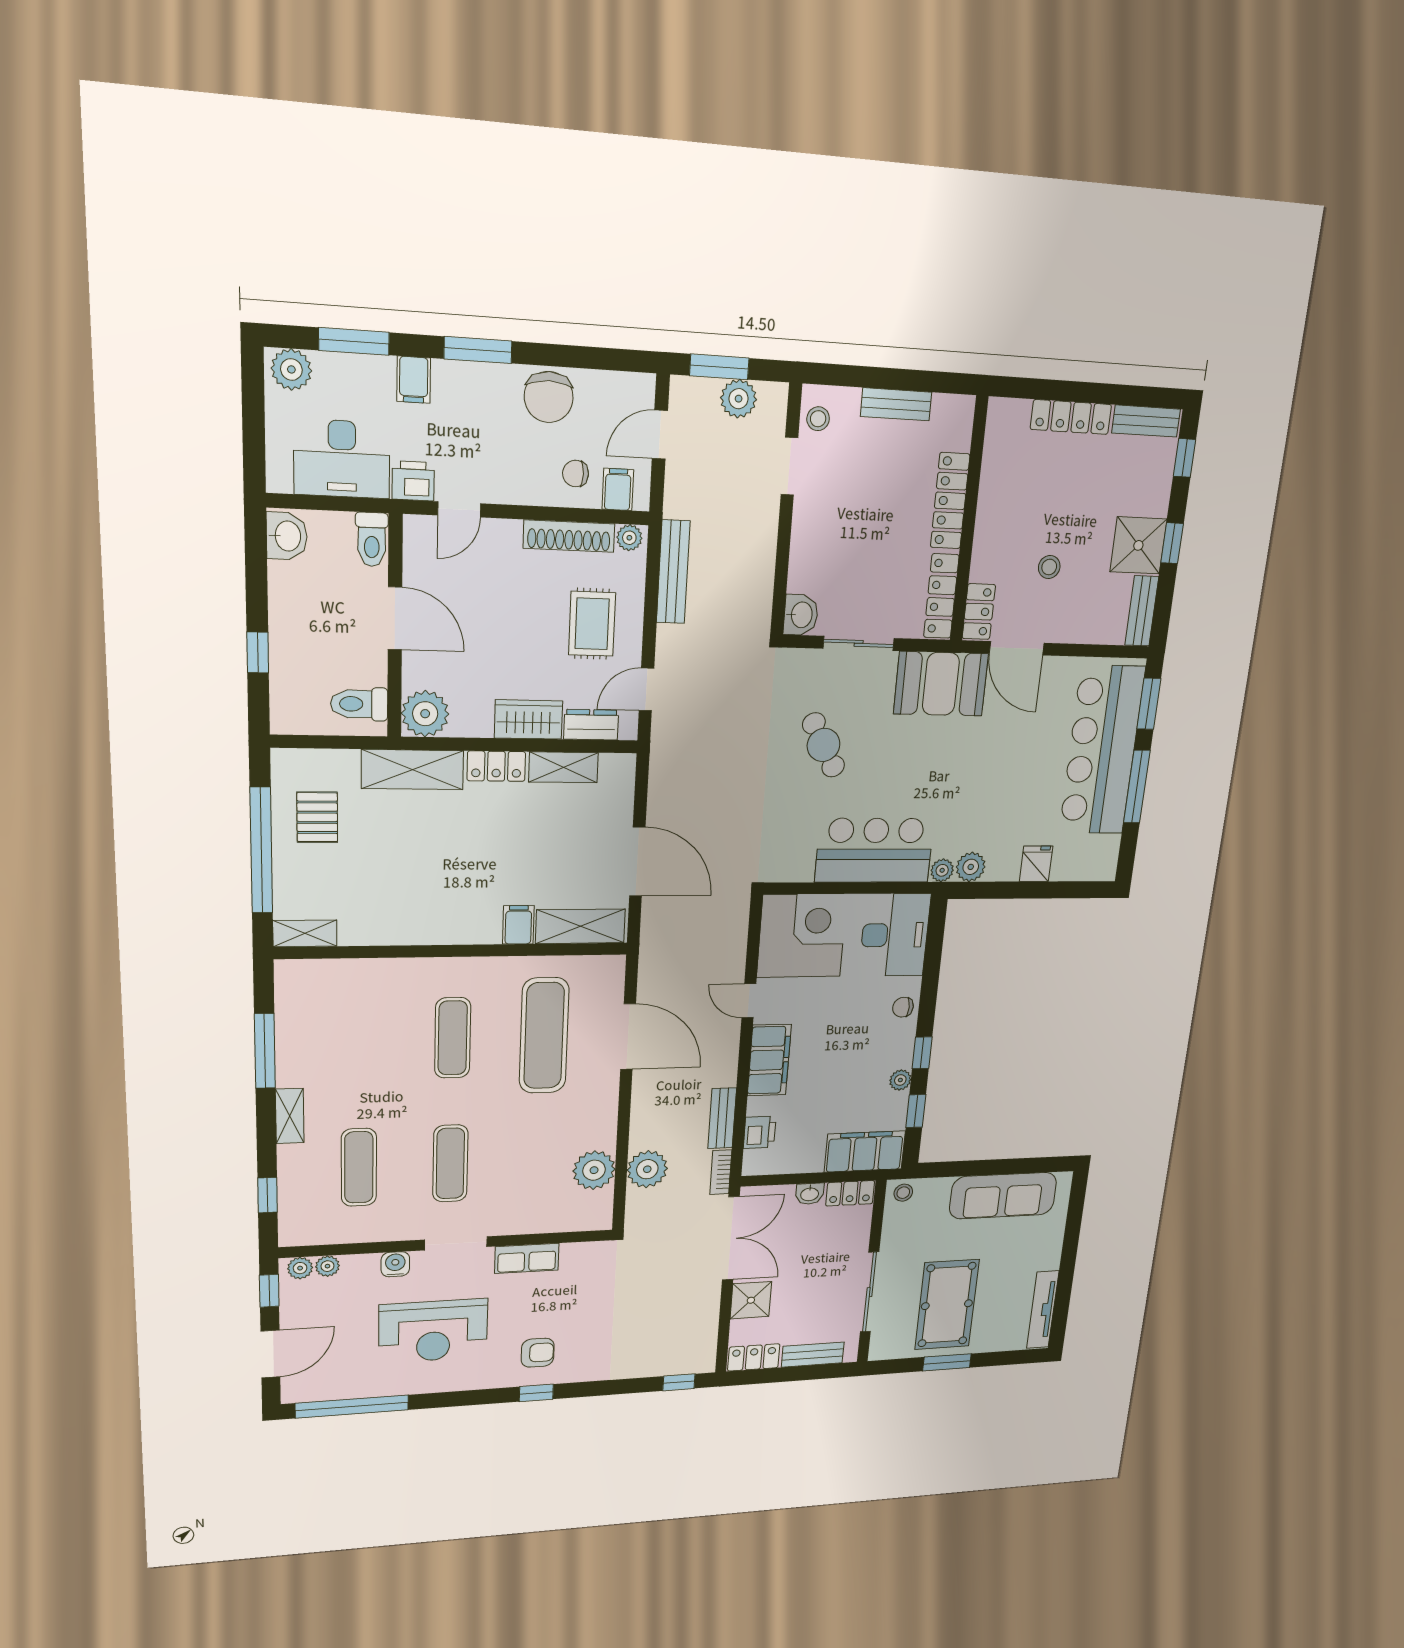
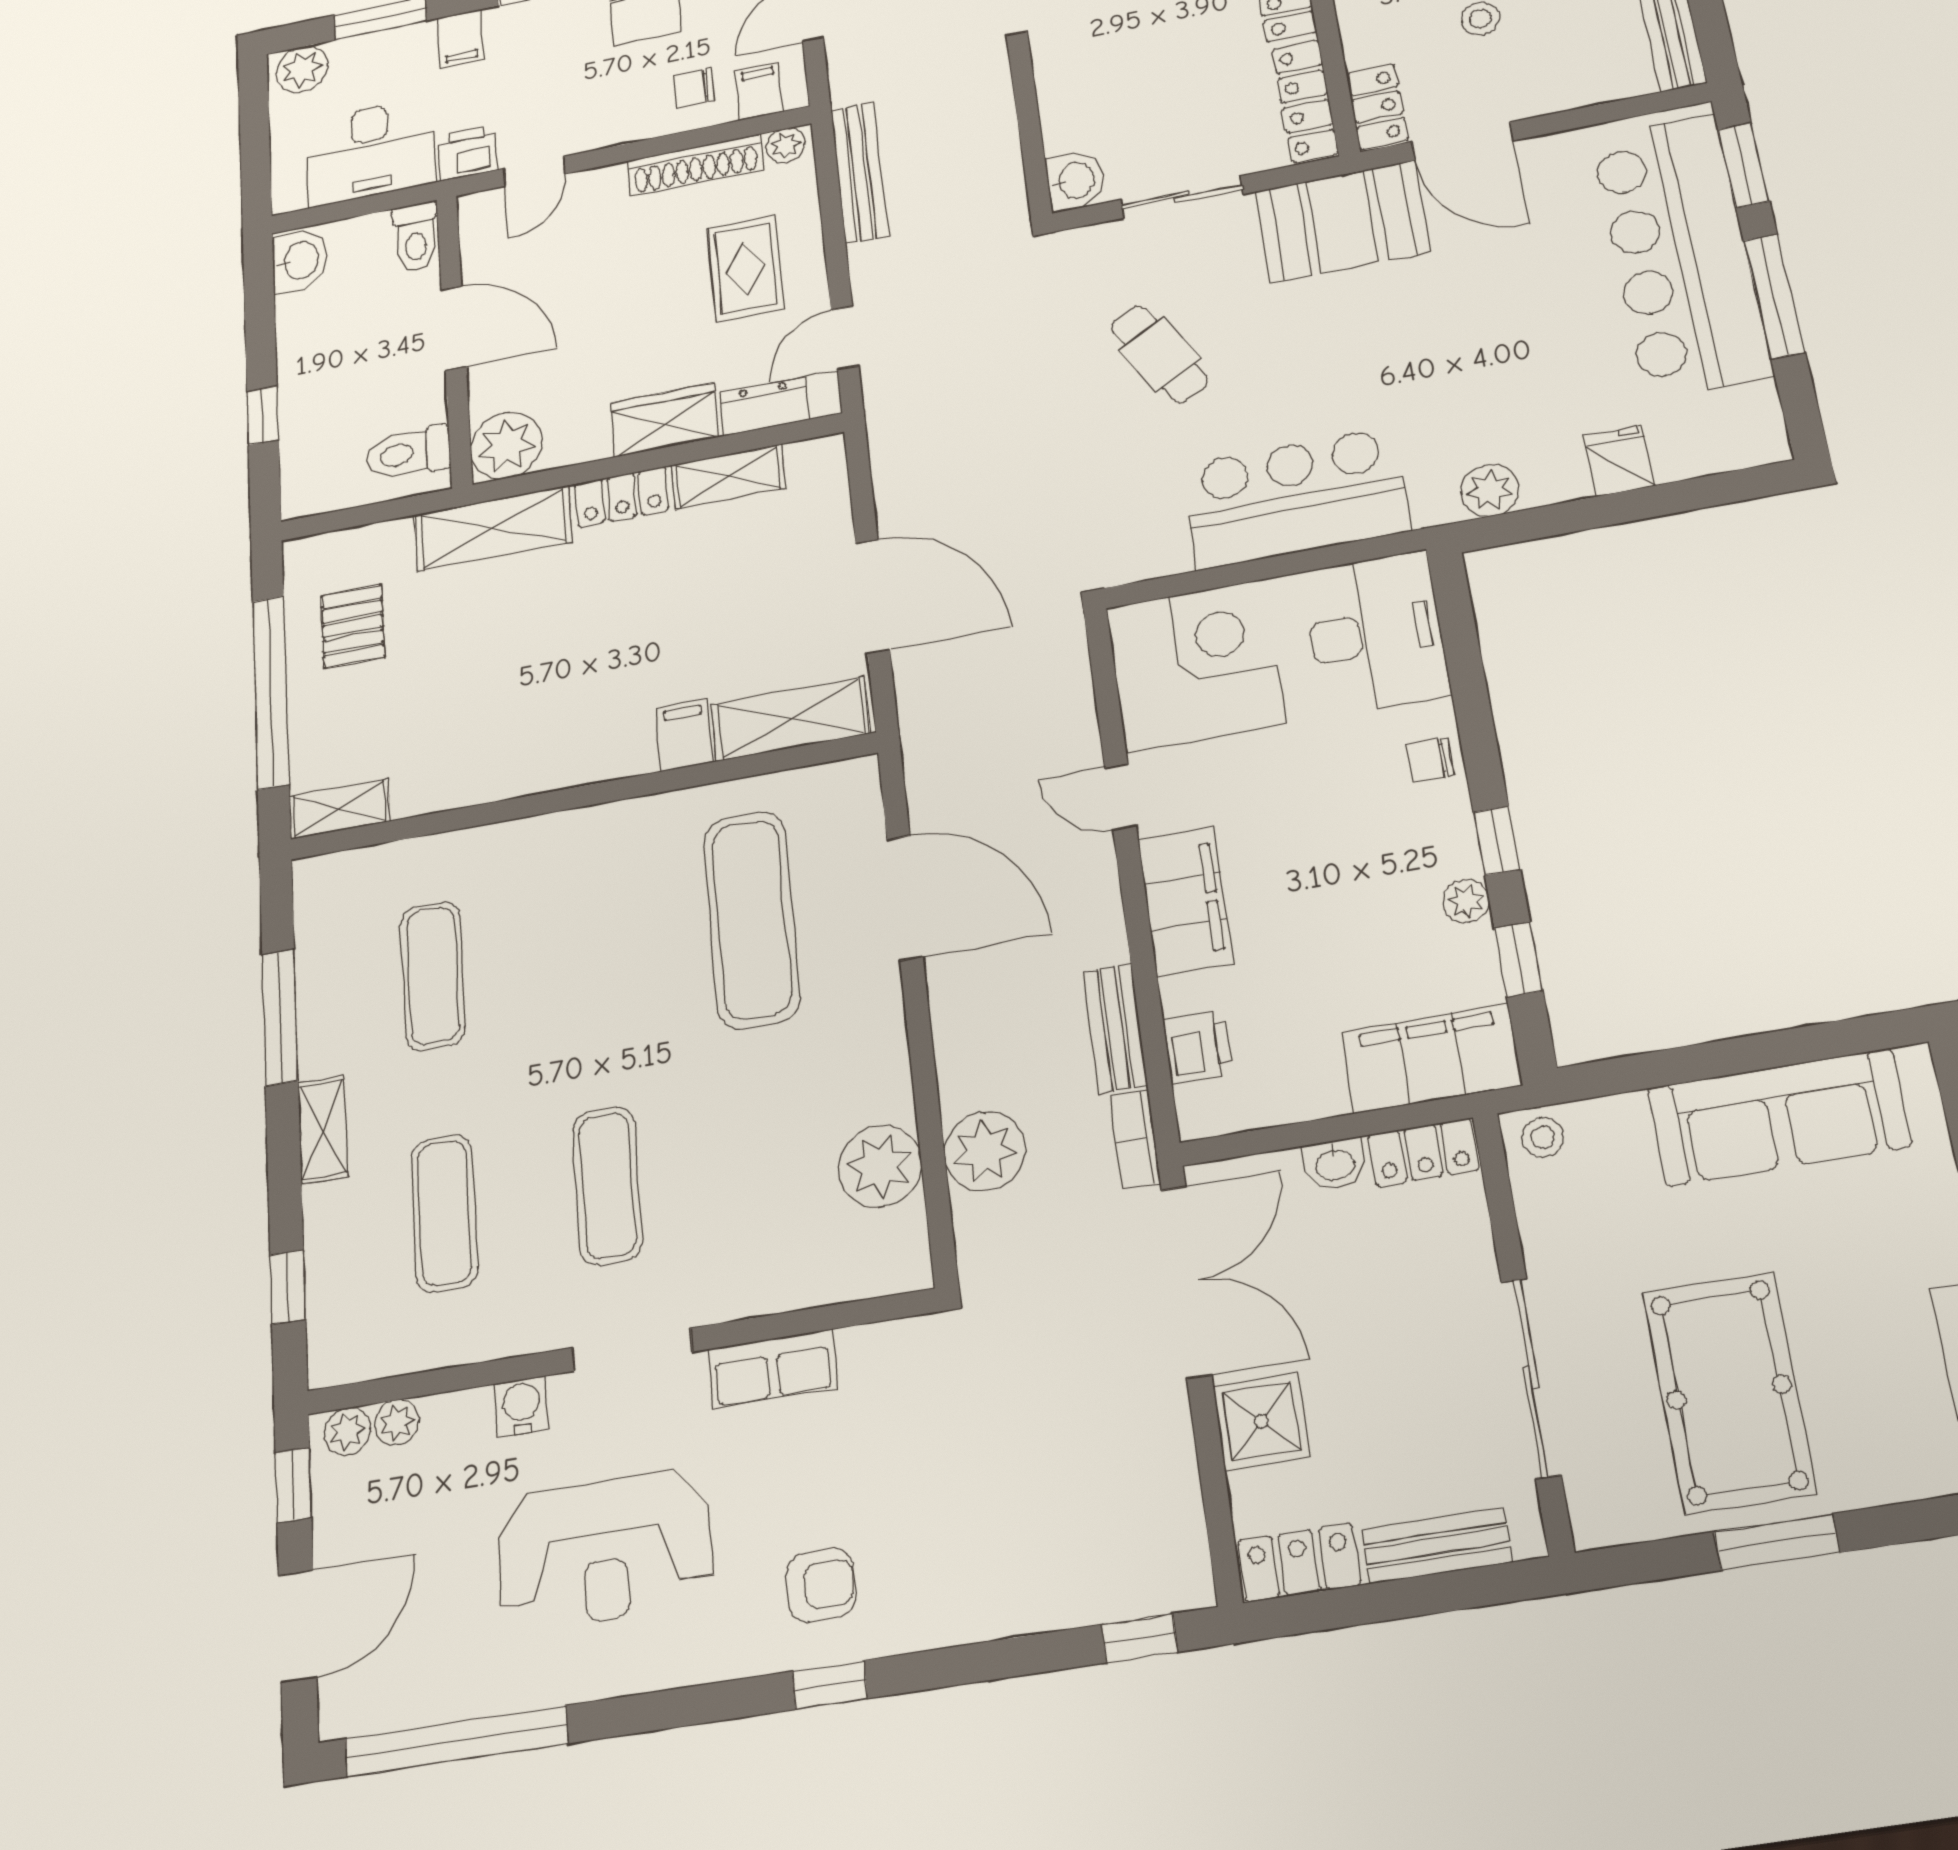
plant: (942, 870) -> (1435, 506), removed
exercise mat: (453, 1038) -> (433, 976), moved

